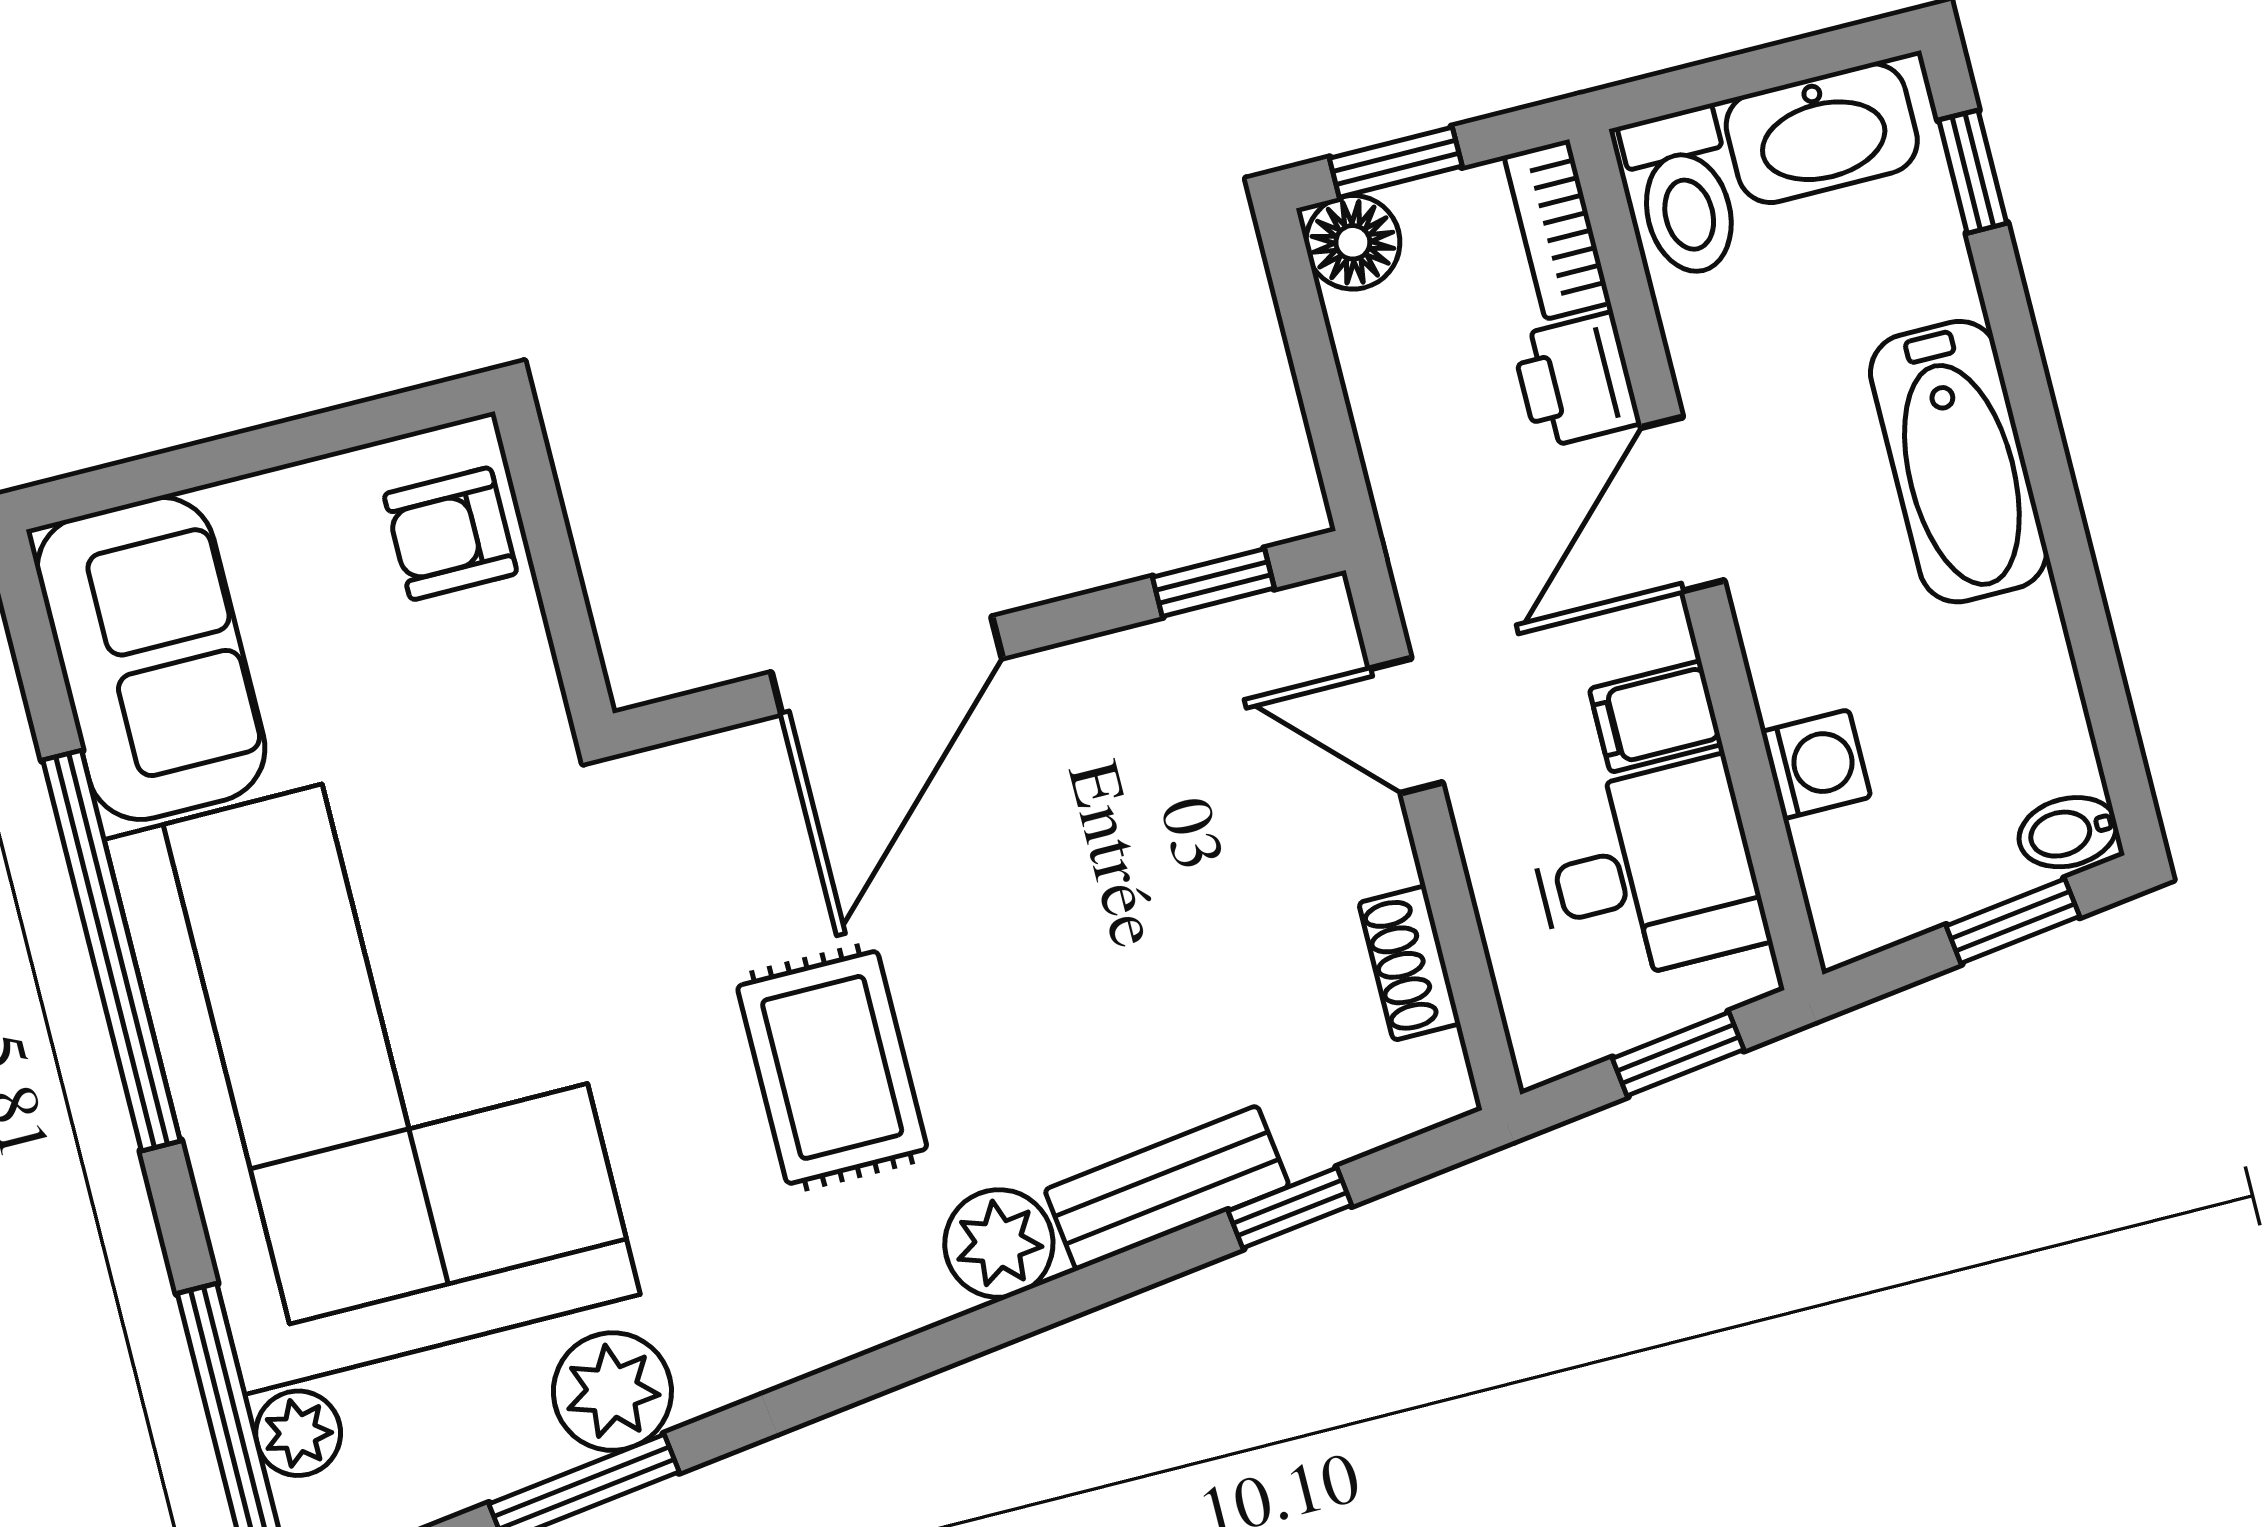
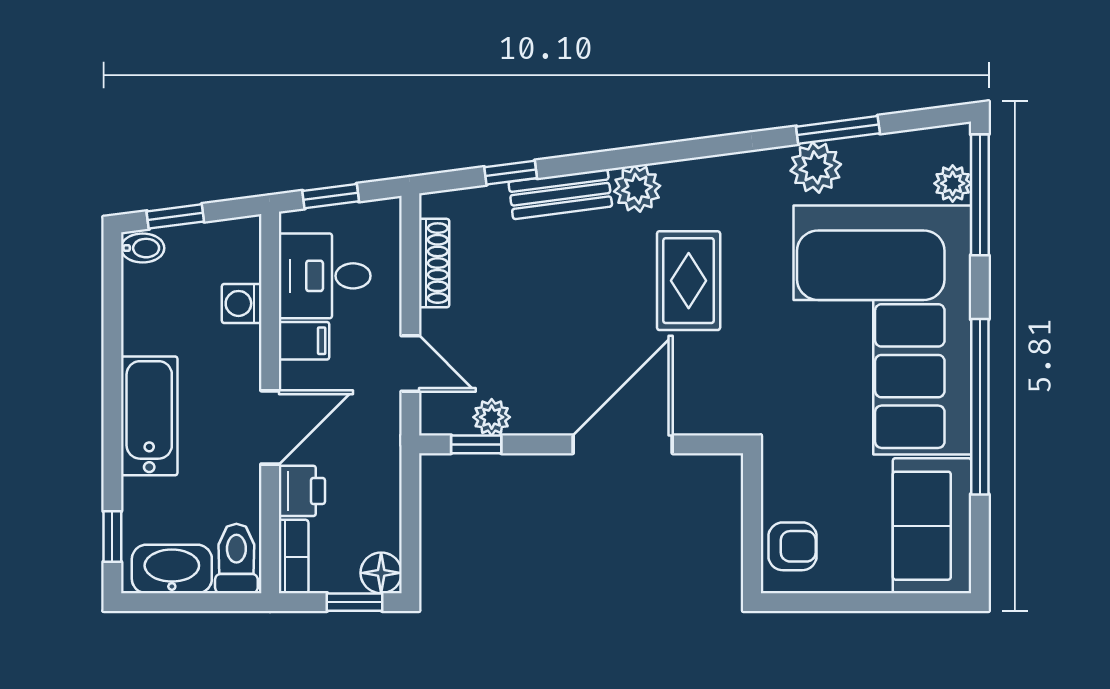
plant: (1194, 652) -> (492, 417), added
shoe rack: (1409, 963) -> (434, 263), width x1.43

